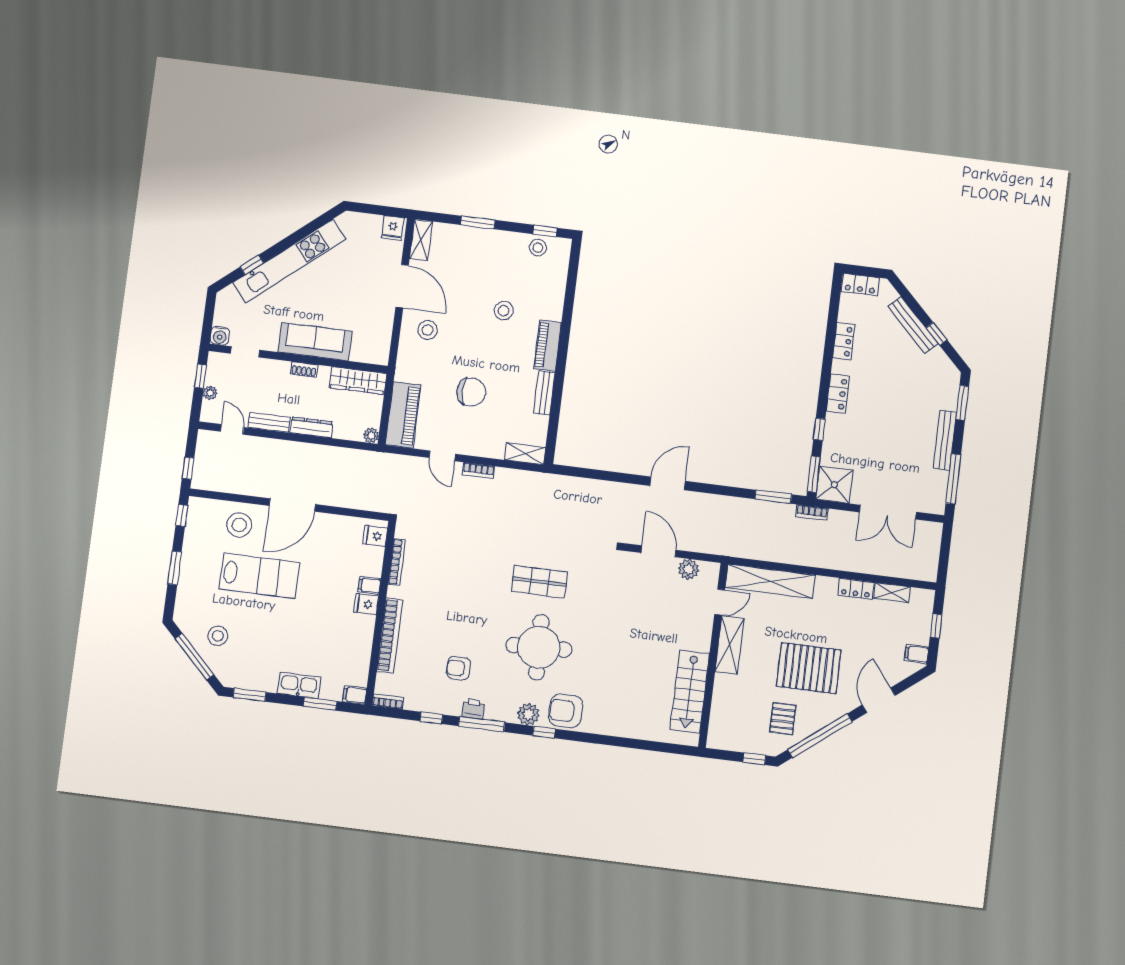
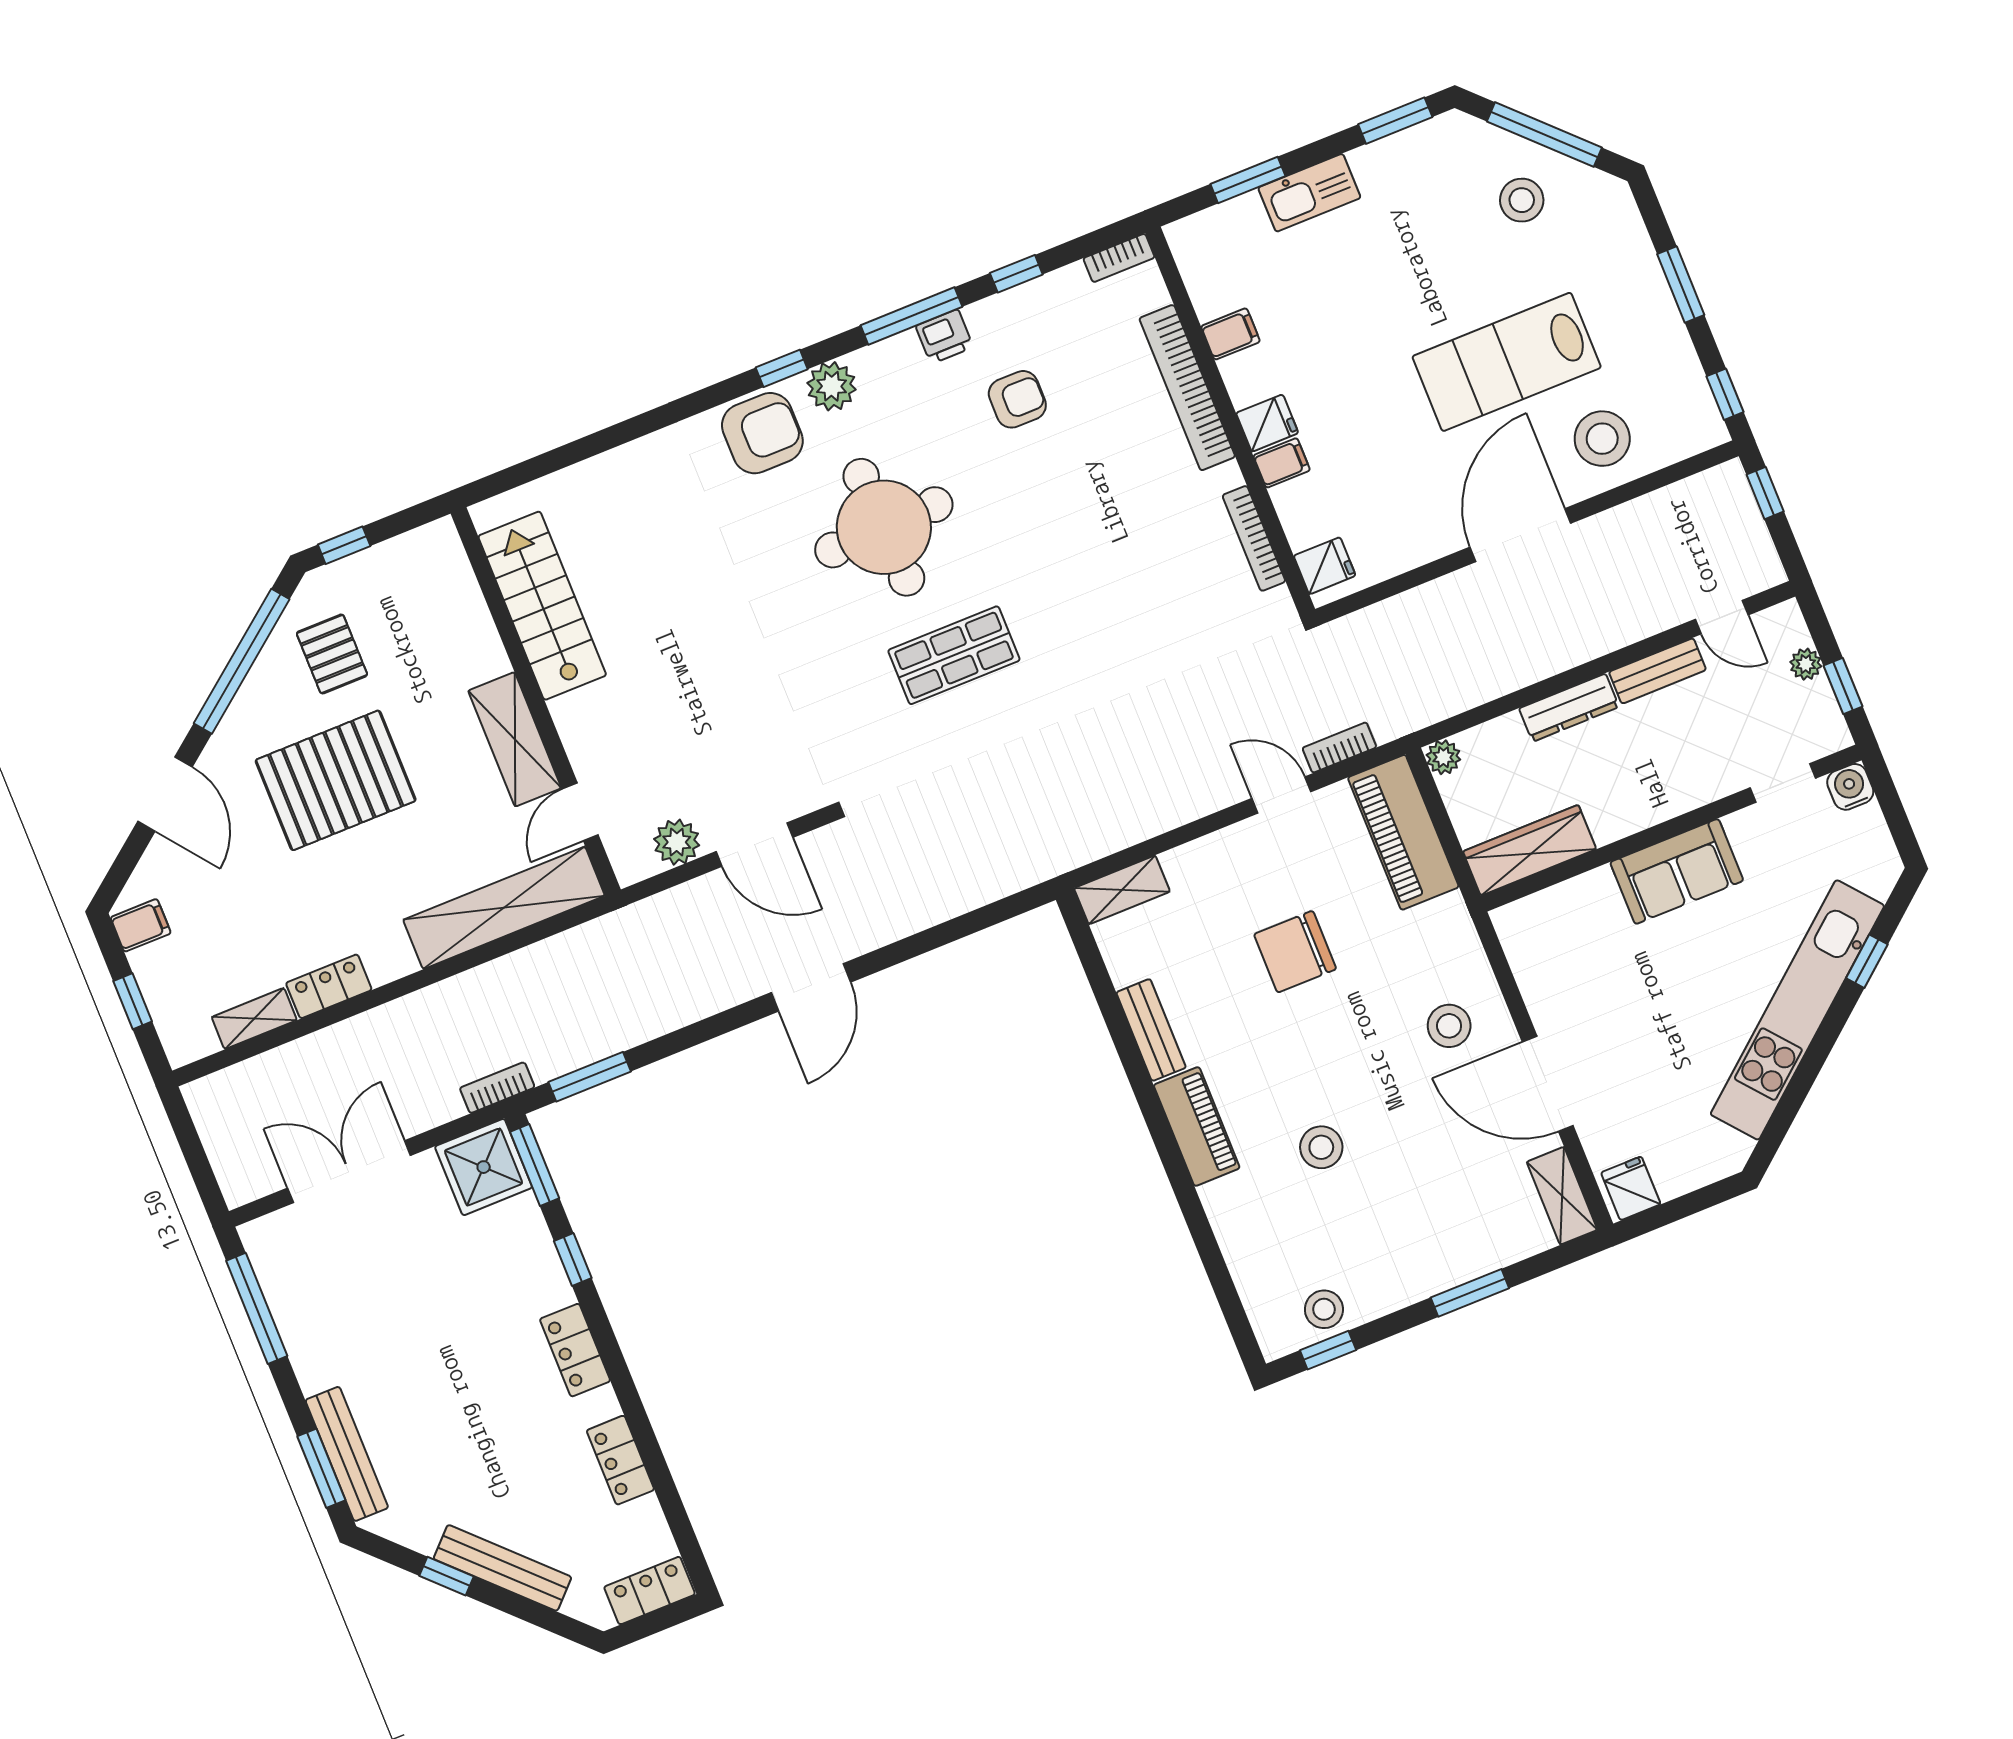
sofa: (315, 342) -> (1677, 871), width x0.73
shoe rack: (304, 369) -> (1648, 813), removed
bench: (945, 440) -> (347, 1454), moved
bookcase: (478, 470) -> (1339, 748), moved
filing cabinet: (355, 695) -> (1231, 334), moved

